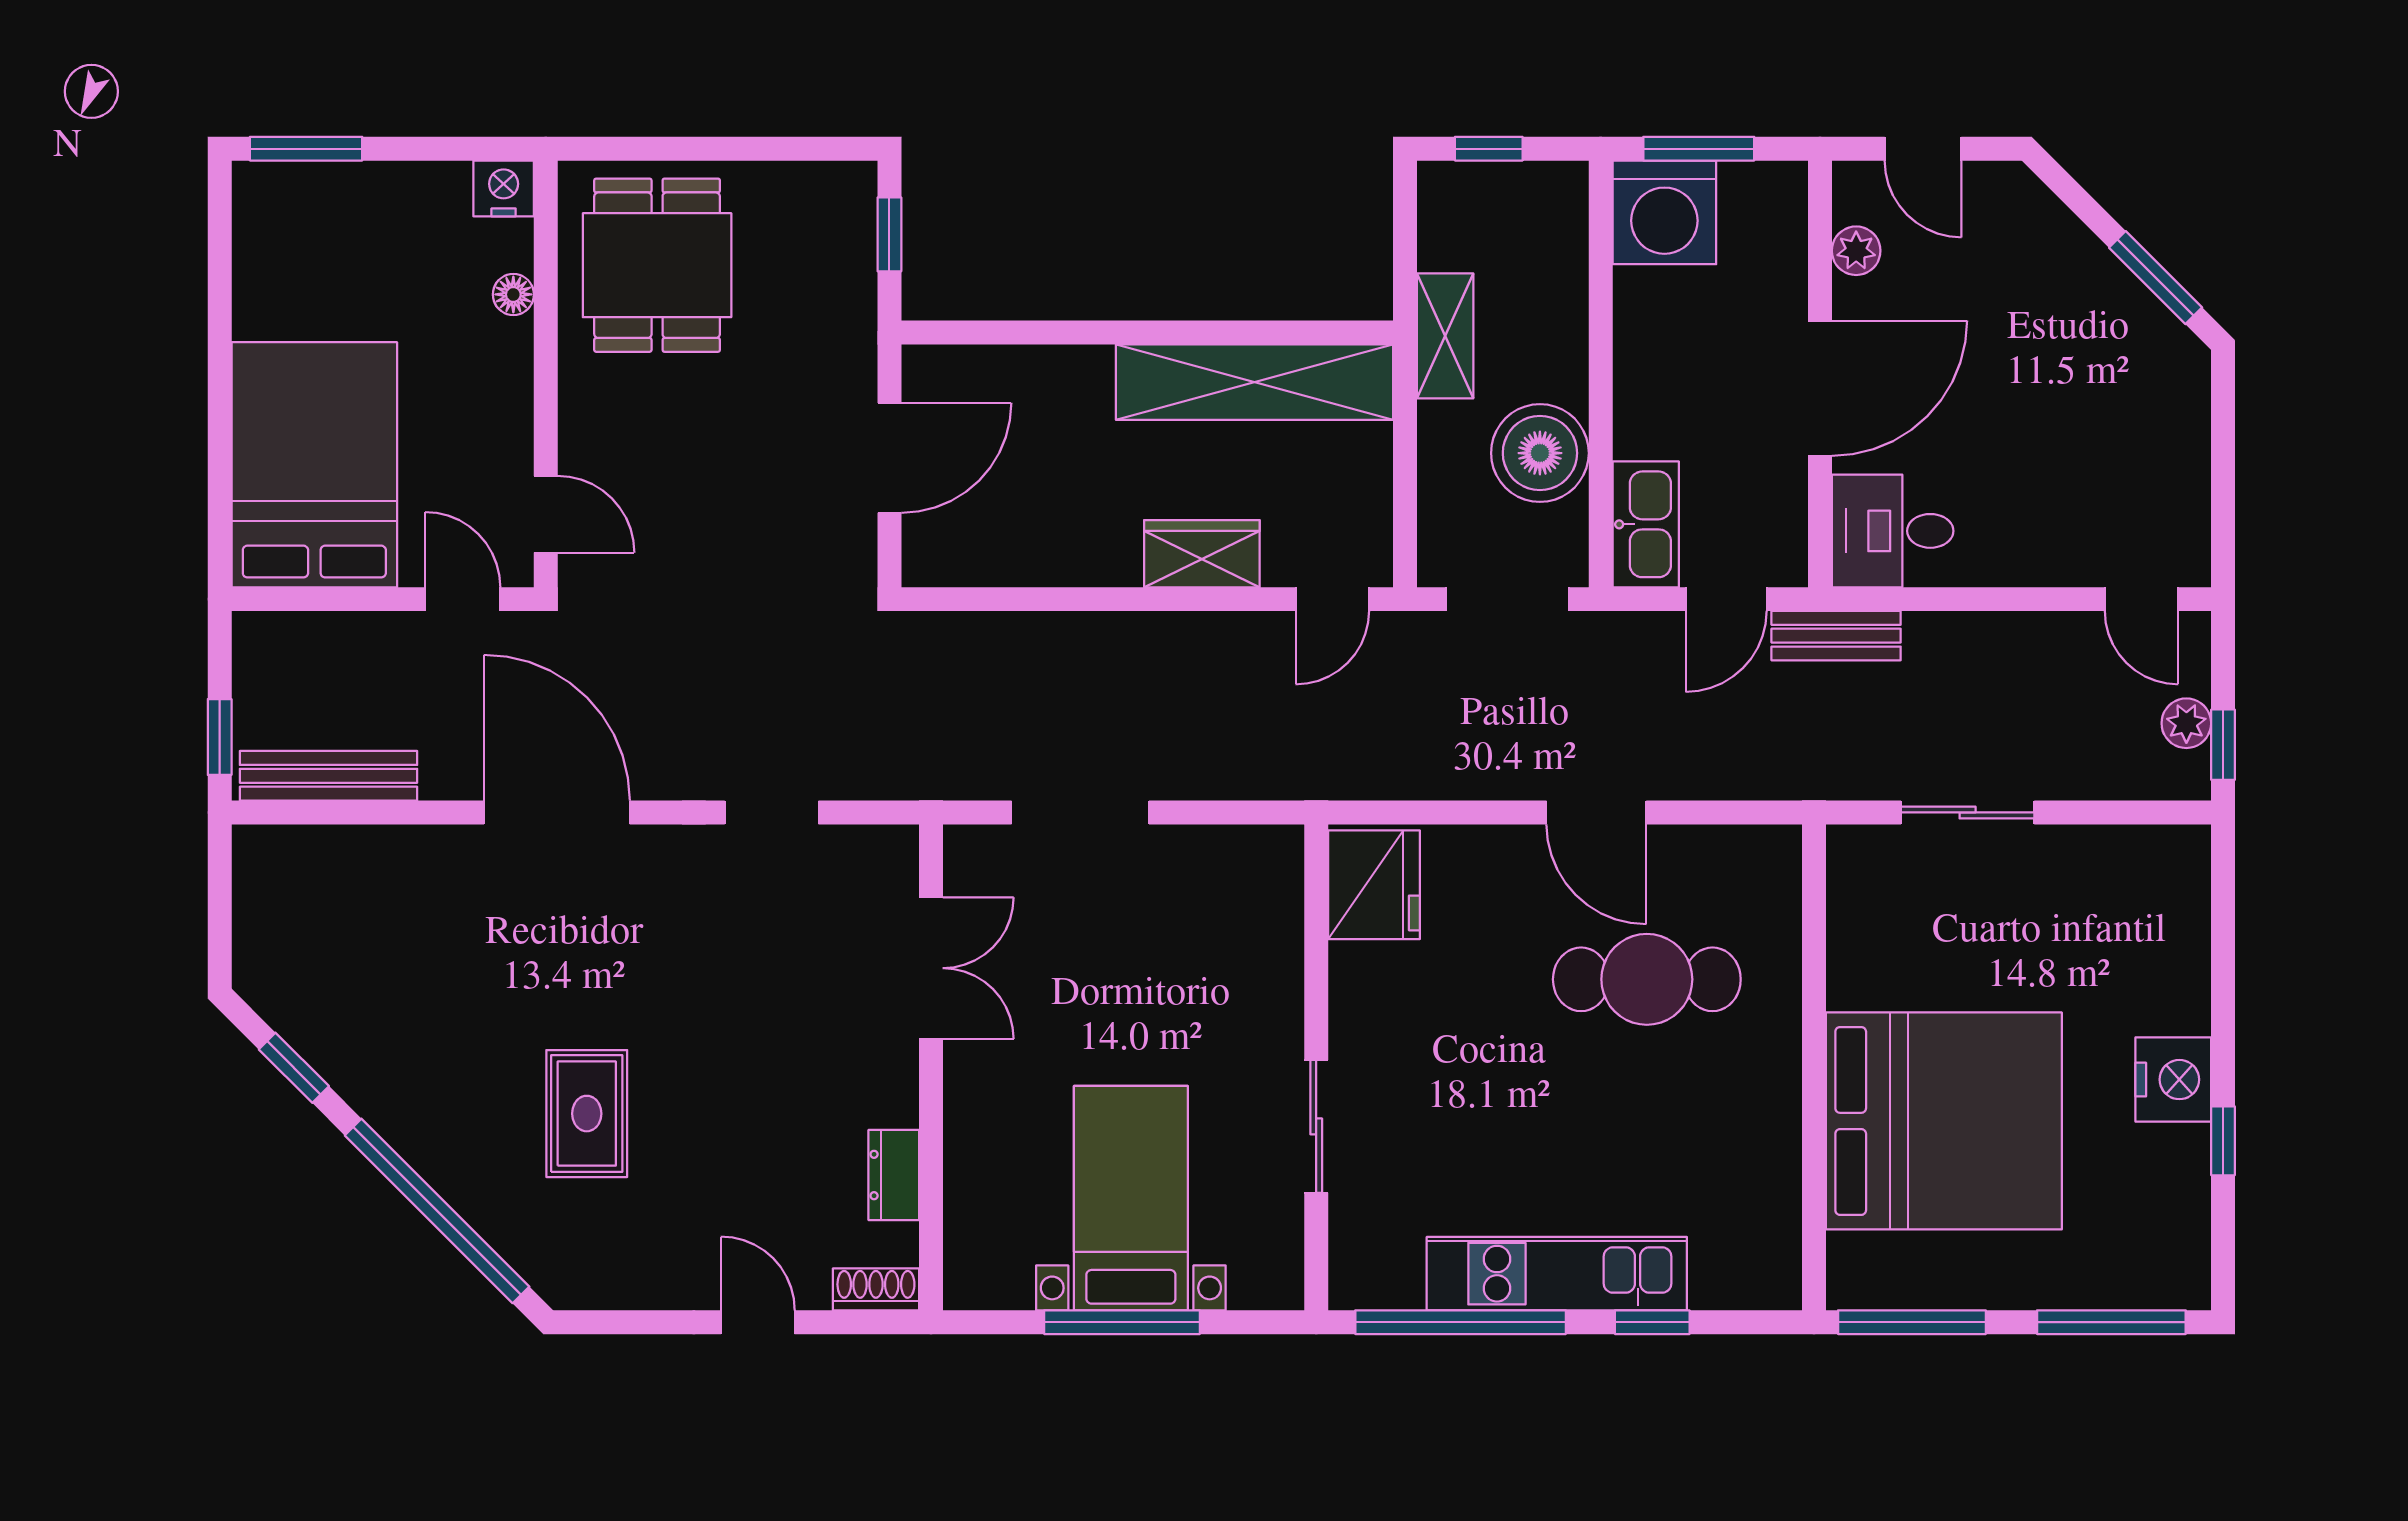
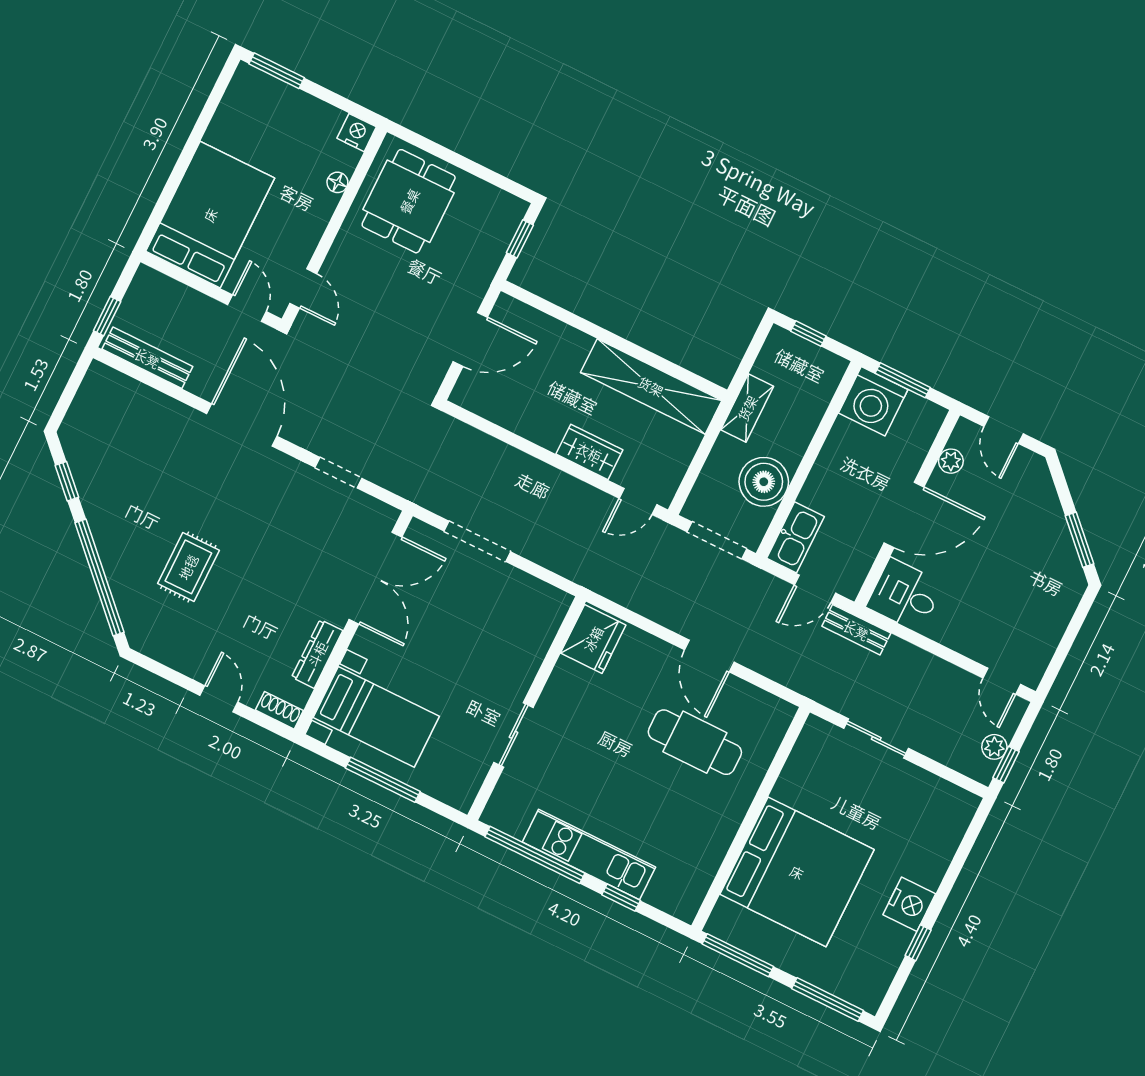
double door: (931, 968) -> (375, 578), width x1.37
dresser: (894, 1175) -> (317, 654), width x1.44
bed with nightstands: (1131, 1198) -> (376, 717), moved, turned 90

